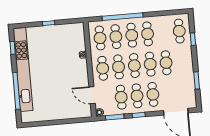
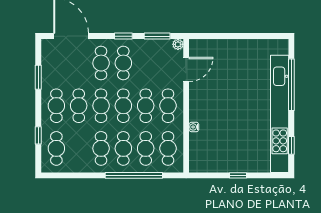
door: (92, 95) -> (186, 69), hinge flipped
cafe table: (121, 97) -> (56, 106), moved

